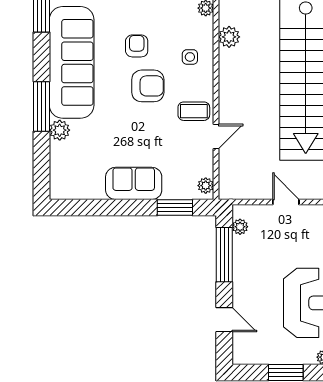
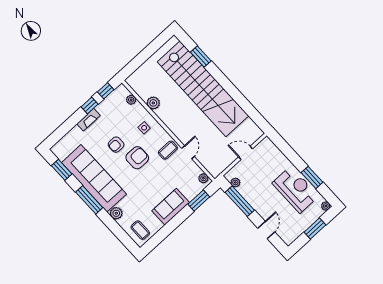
armchair: (137, 46) -> (116, 145), turned -90
window: (42, 107) -> (89, 200), moved
coffee table: (70, 178) -> (140, 230), added
door: (224, 320) -> (266, 230), hinge flipped

